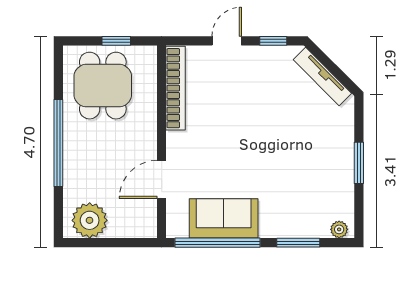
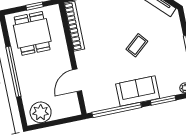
coffee table: (274, 142) -> (137, 45), added
sofa: (224, 218) -> (138, 91), moved

